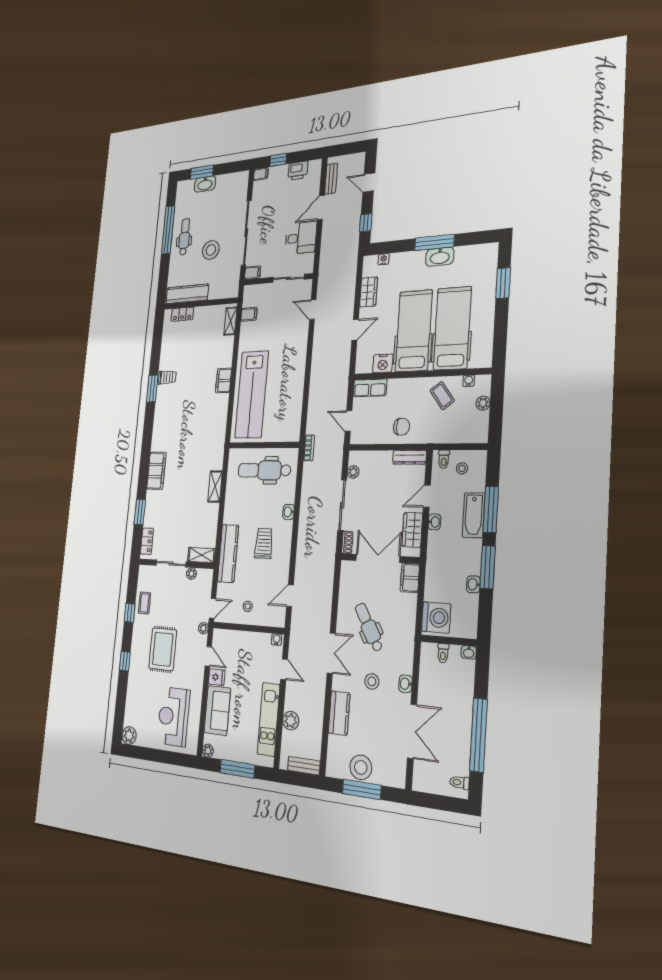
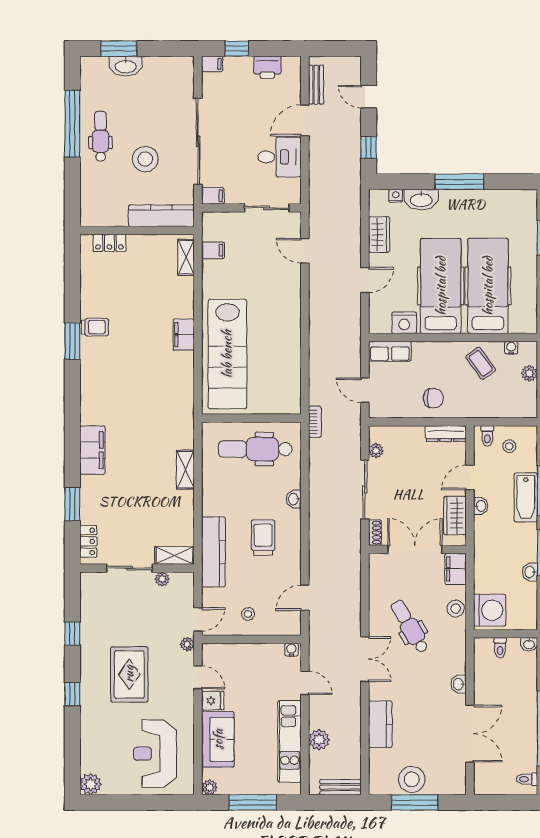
washbasin: (440, 257) -> (421, 200), moved
kitchen counter: (187, 294) -> (161, 216), moved
coffee table: (144, 603) -> (94, 620), removed
stool: (372, 681) -> (456, 609), moved

